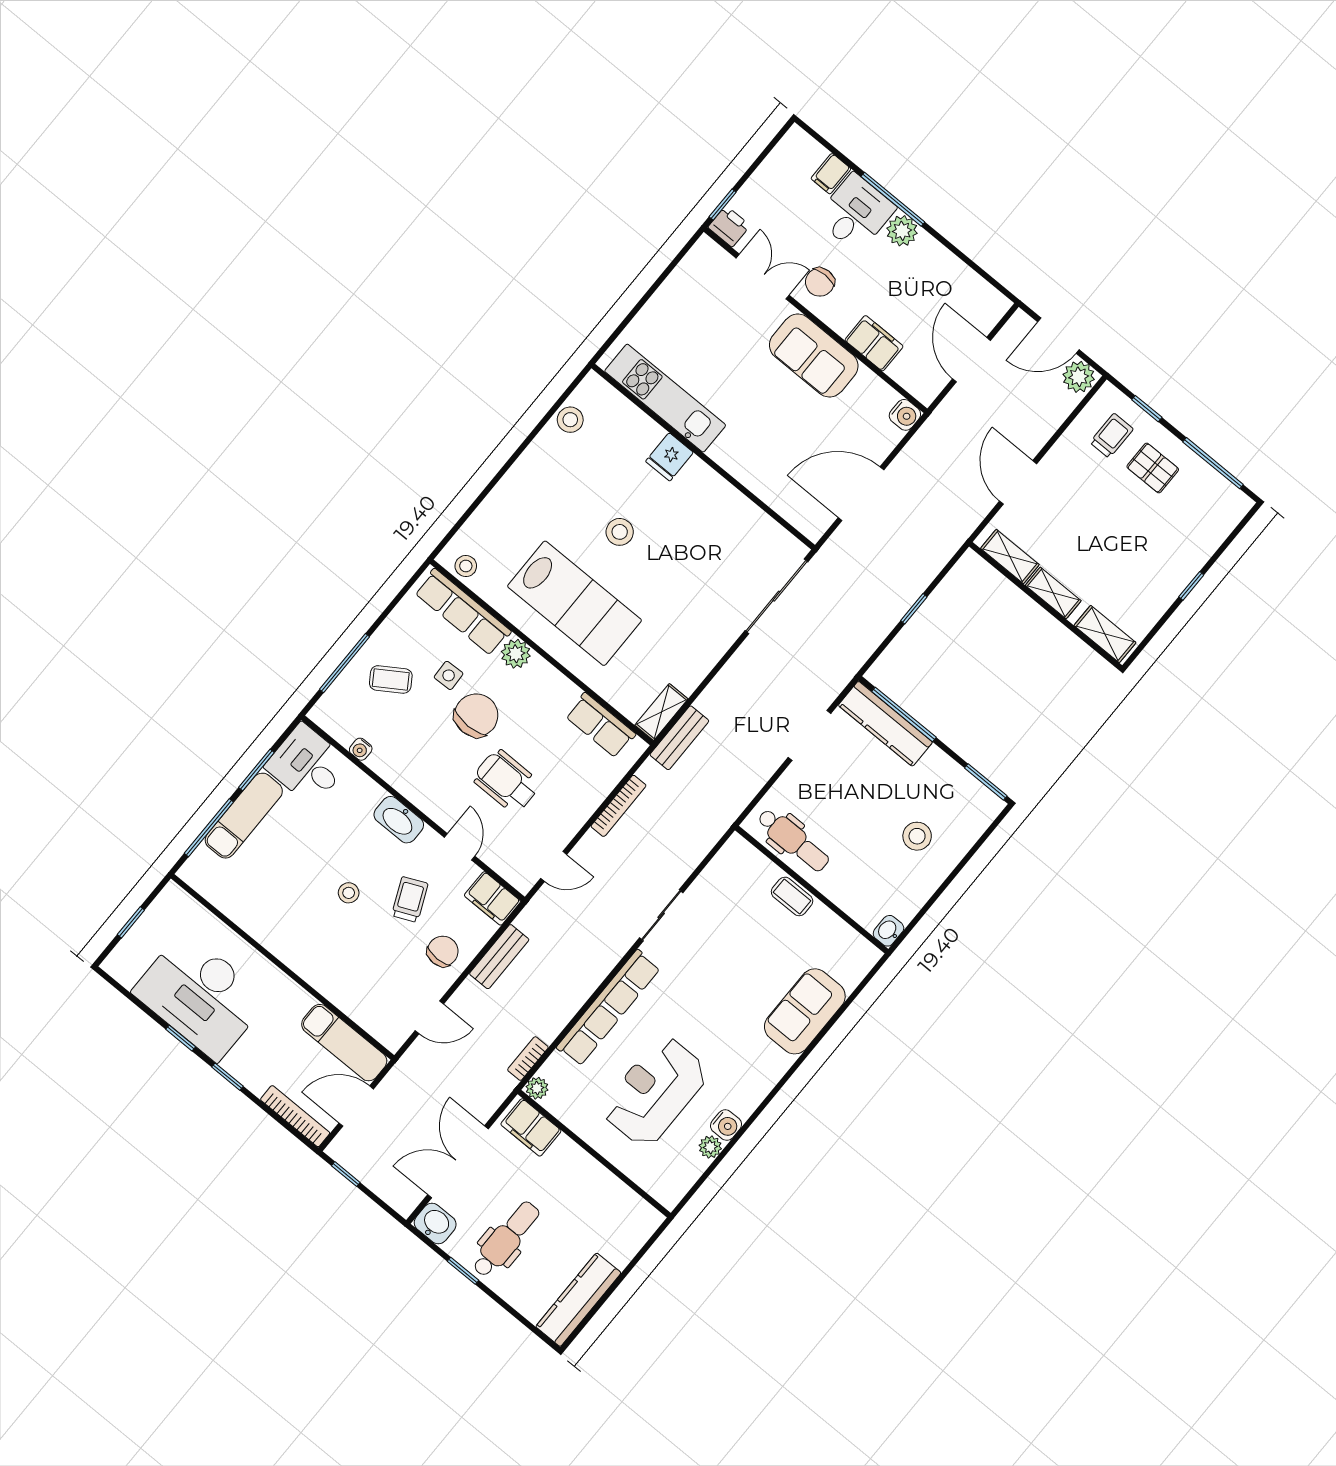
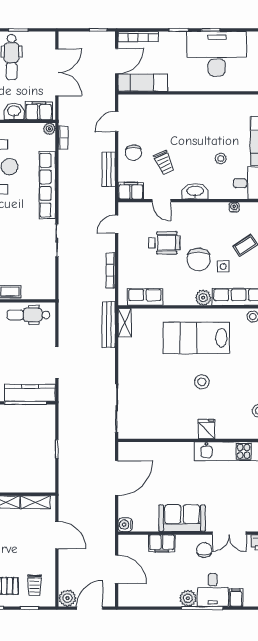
bench: (679, 738) -> (109, 325), width x1.36
stool: (349, 893) -> (221, 159), moved
washbasin: (435, 1224) -> (14, 111), moved, turned 180

